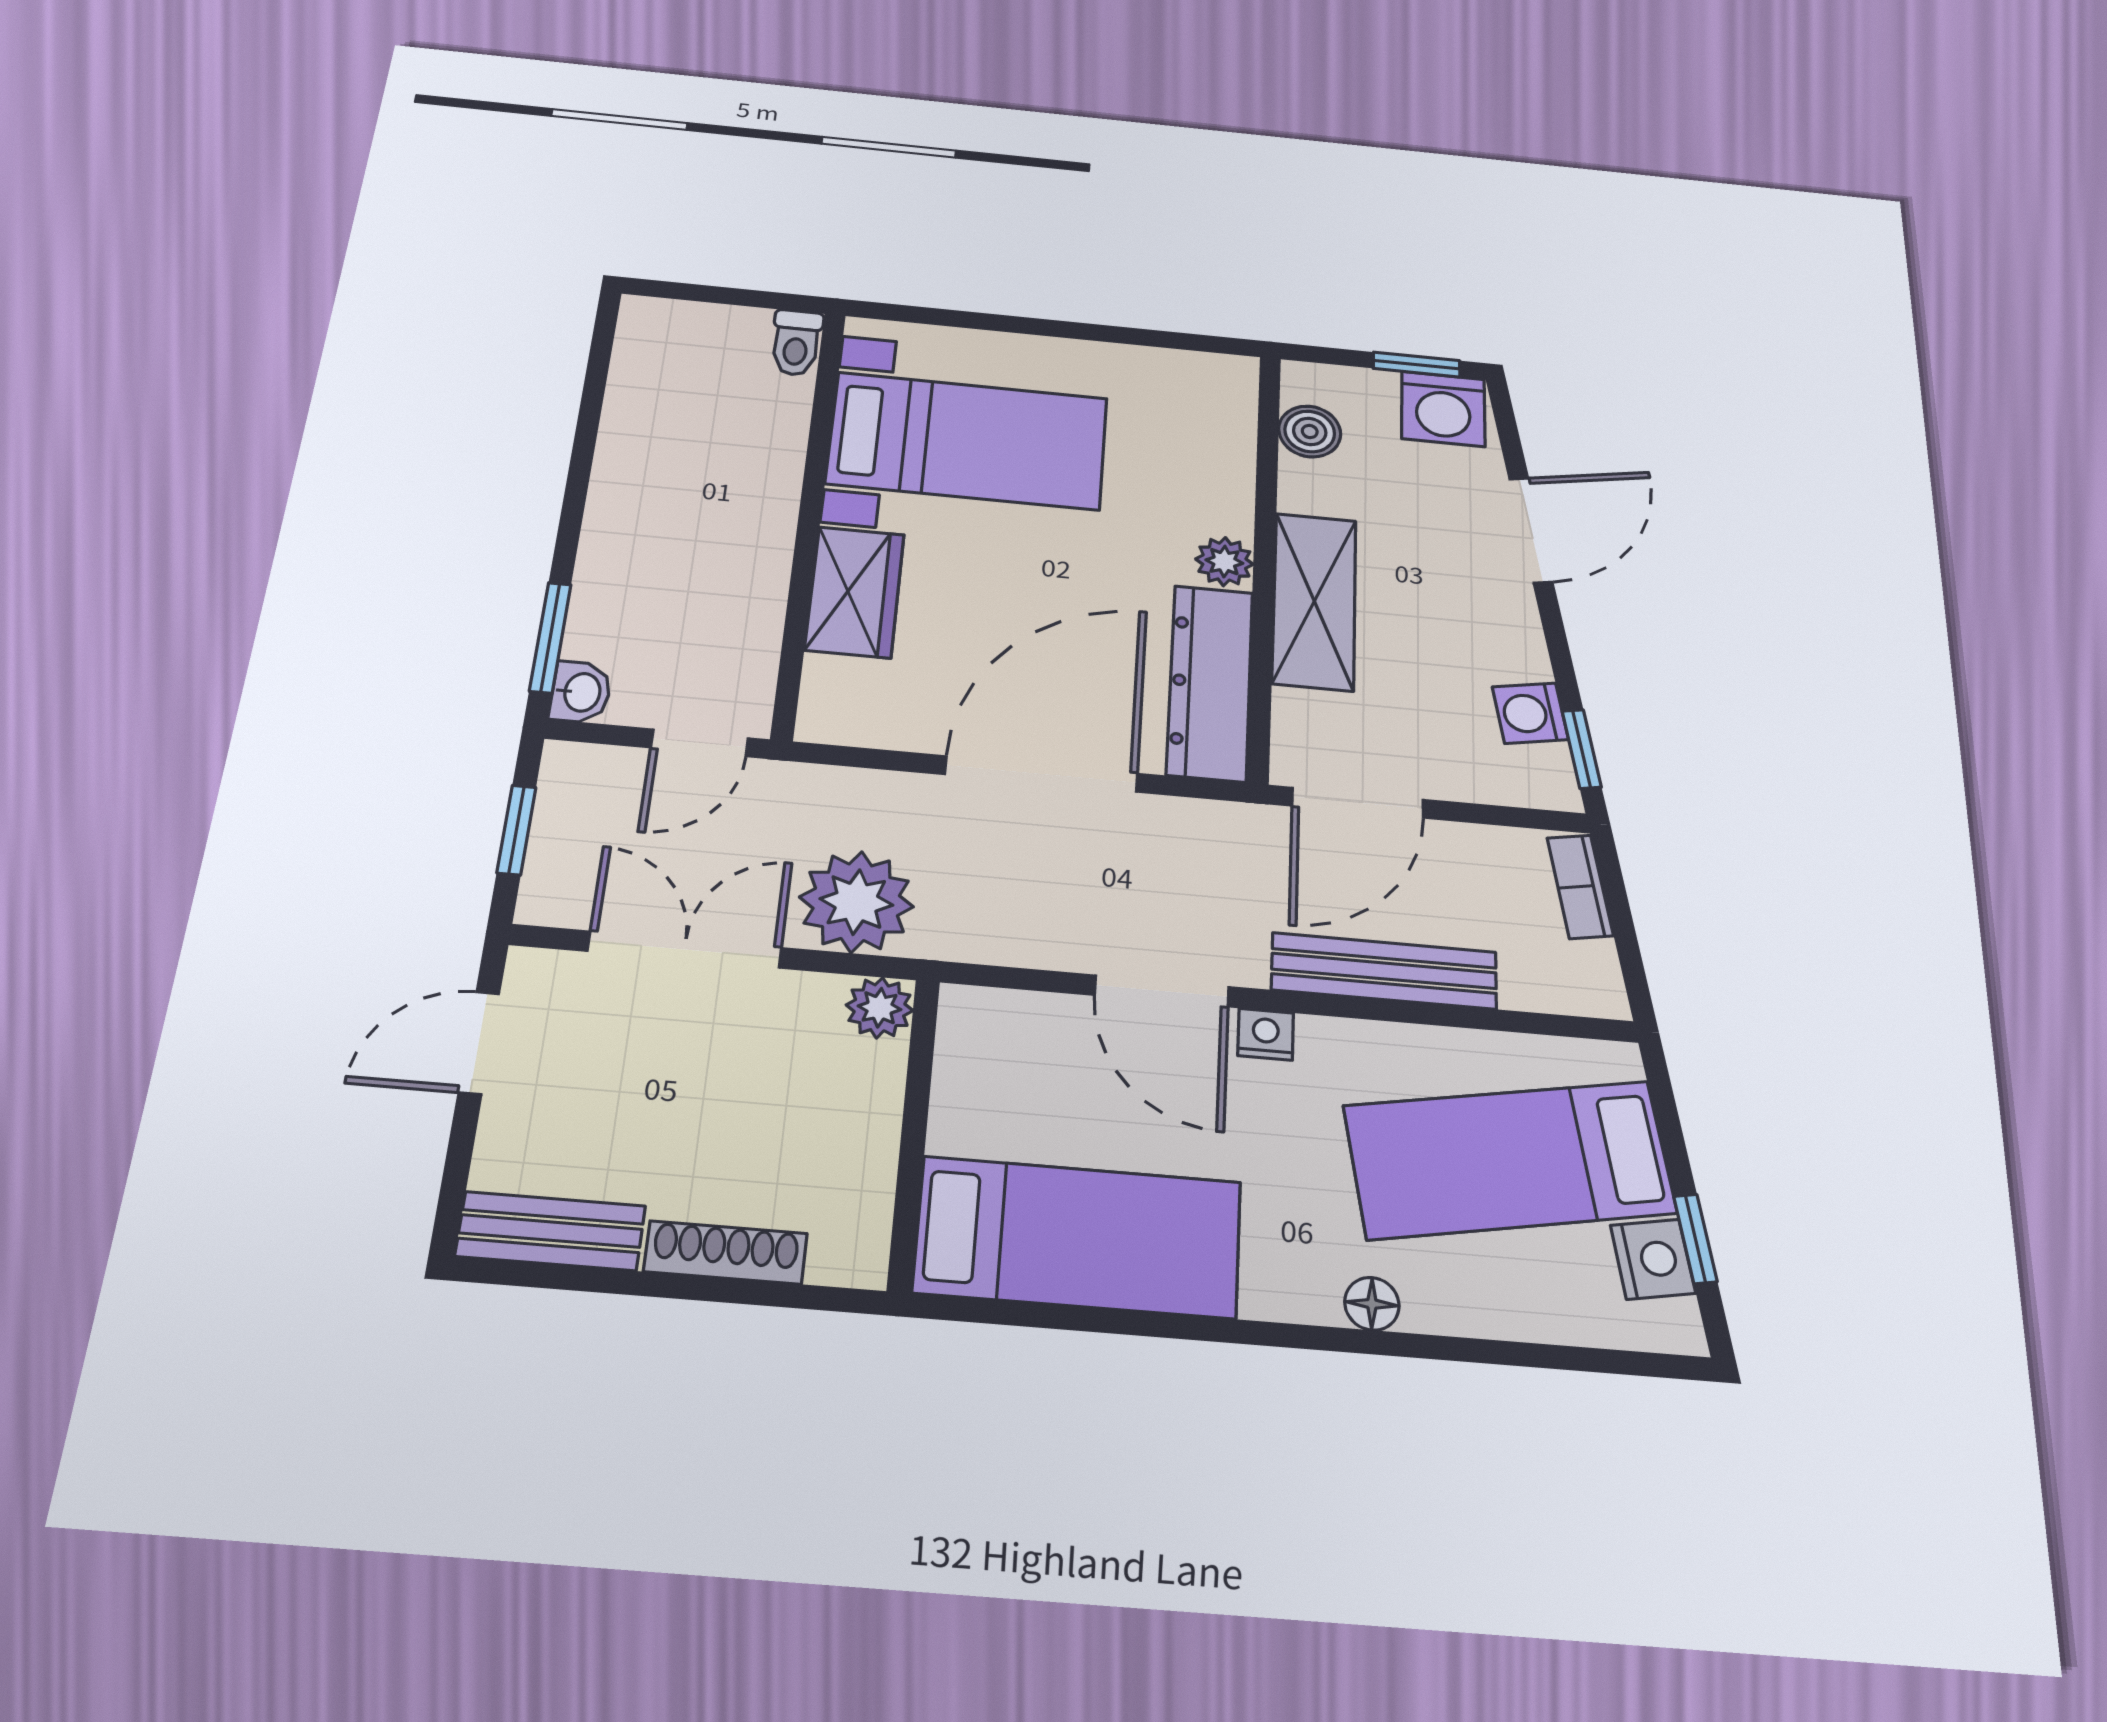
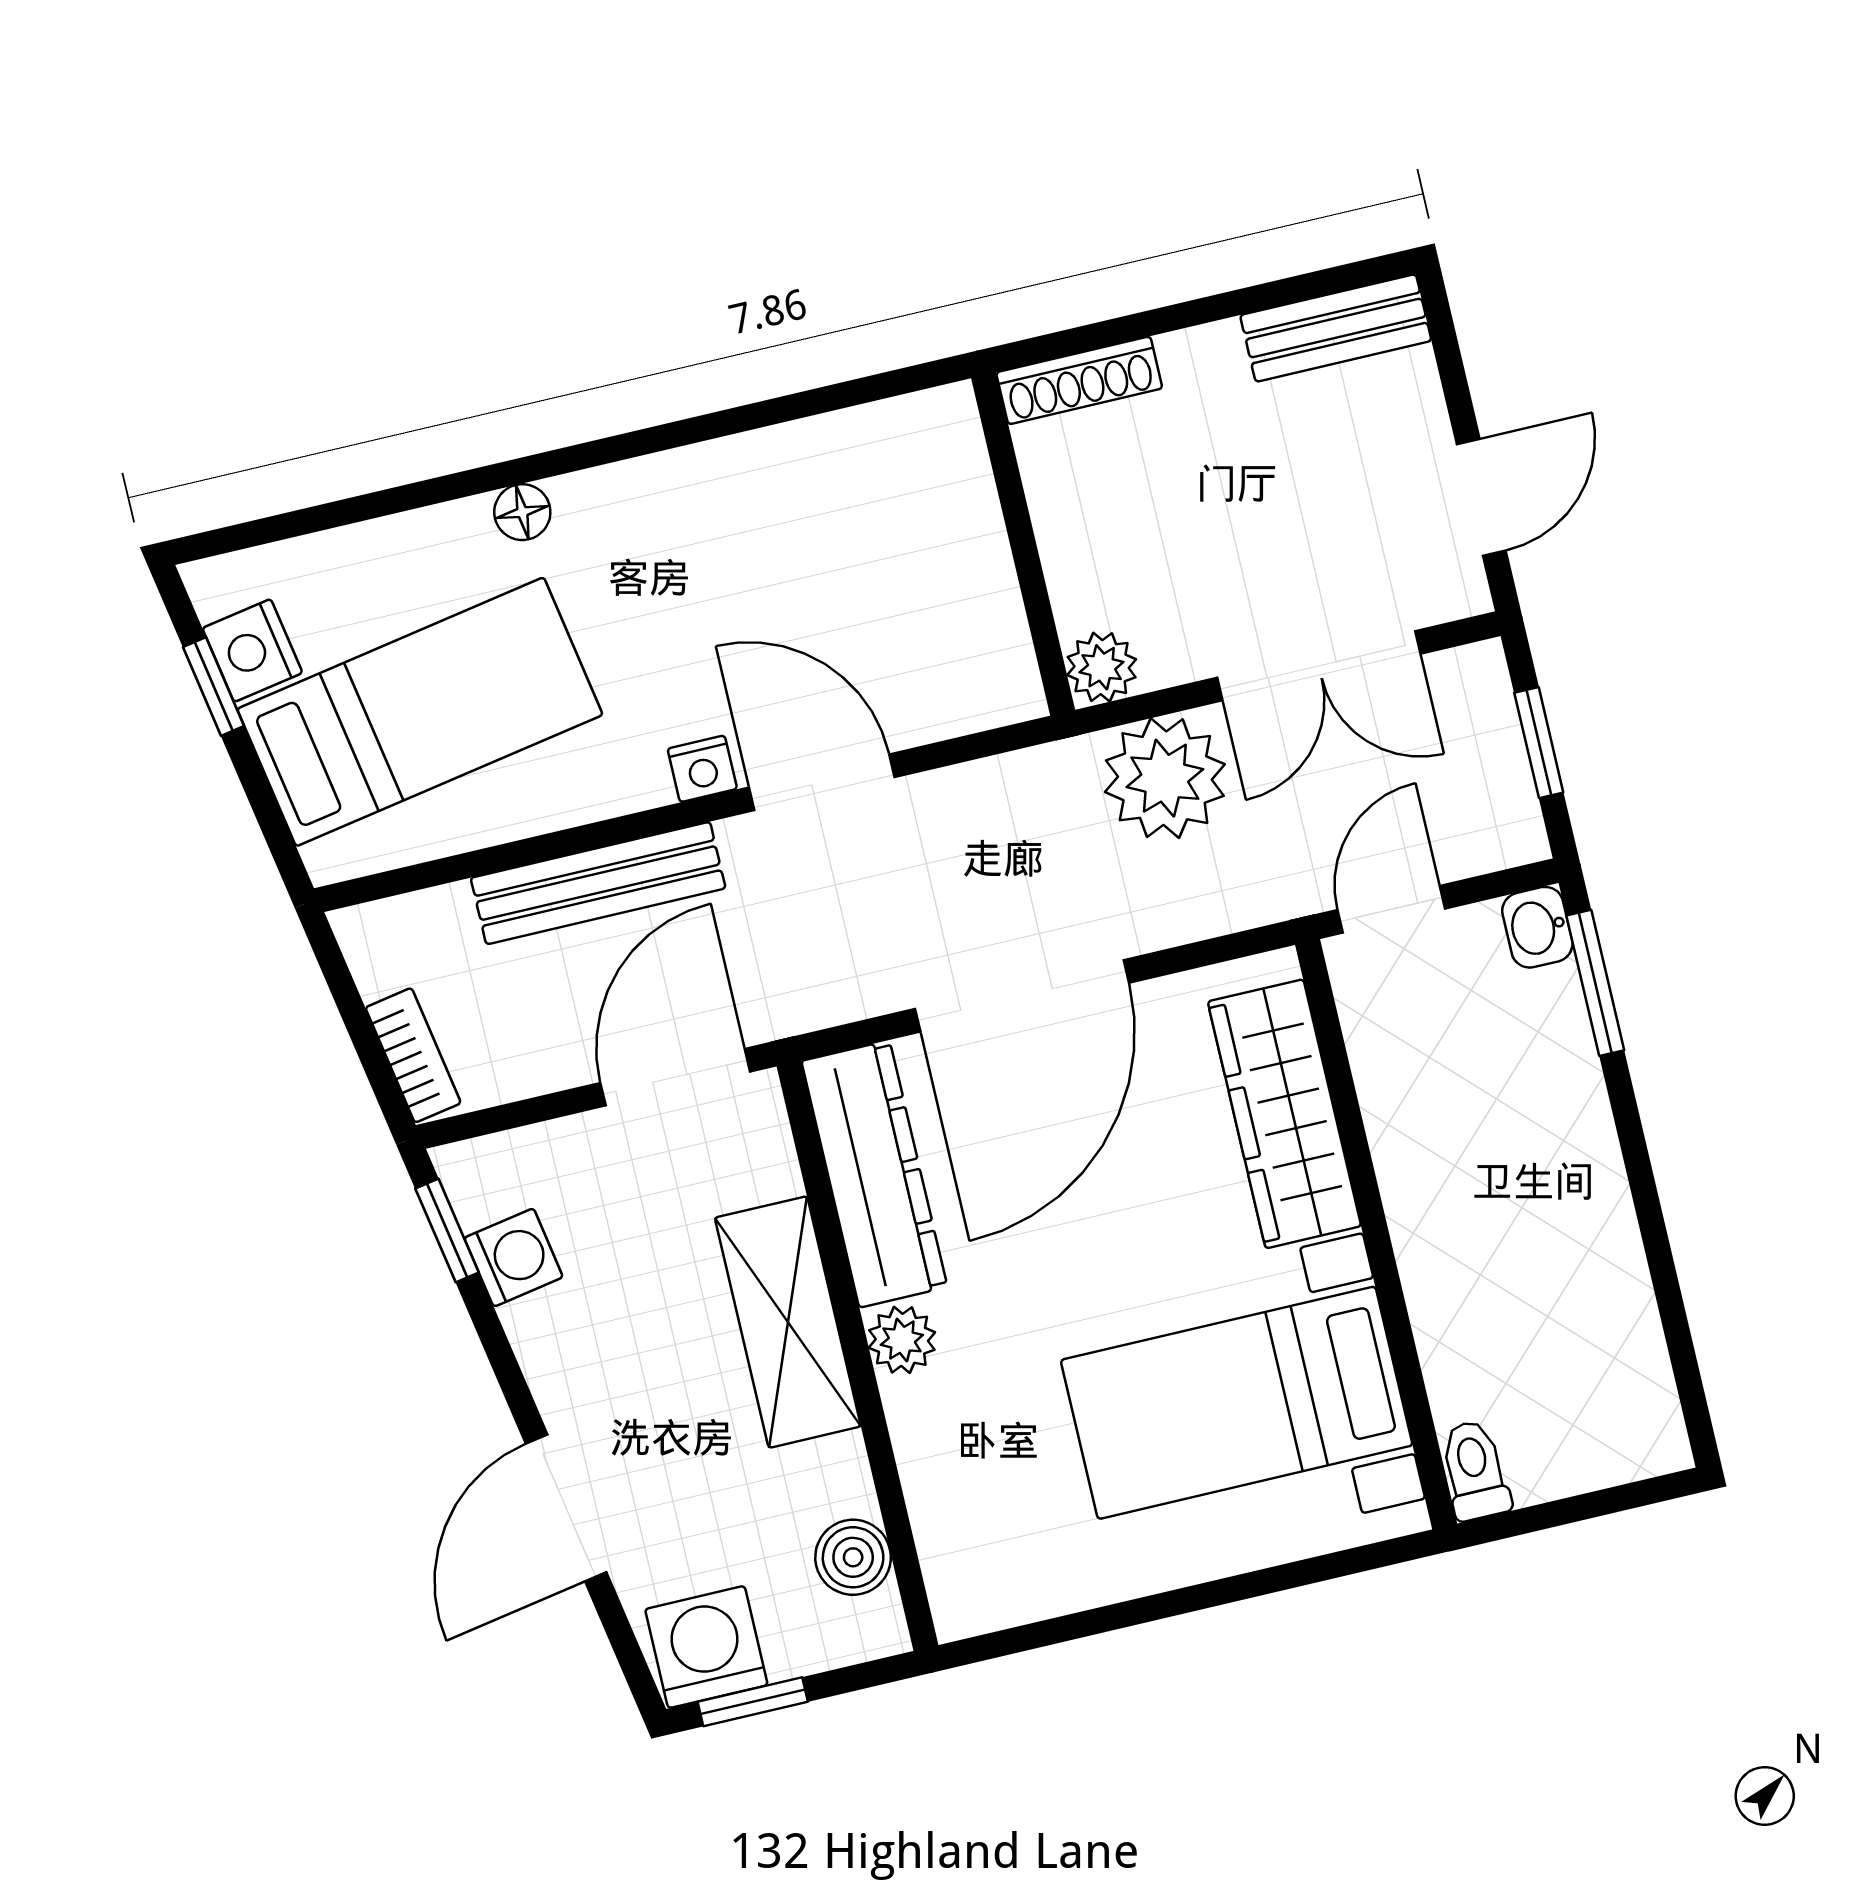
wardrobe: (855, 592) -> (1284, 1114), width x1.50
bed: (1078, 1237) -> (828, 488), removed
shoe rack: (726, 1252) -> (1079, 380), moved

